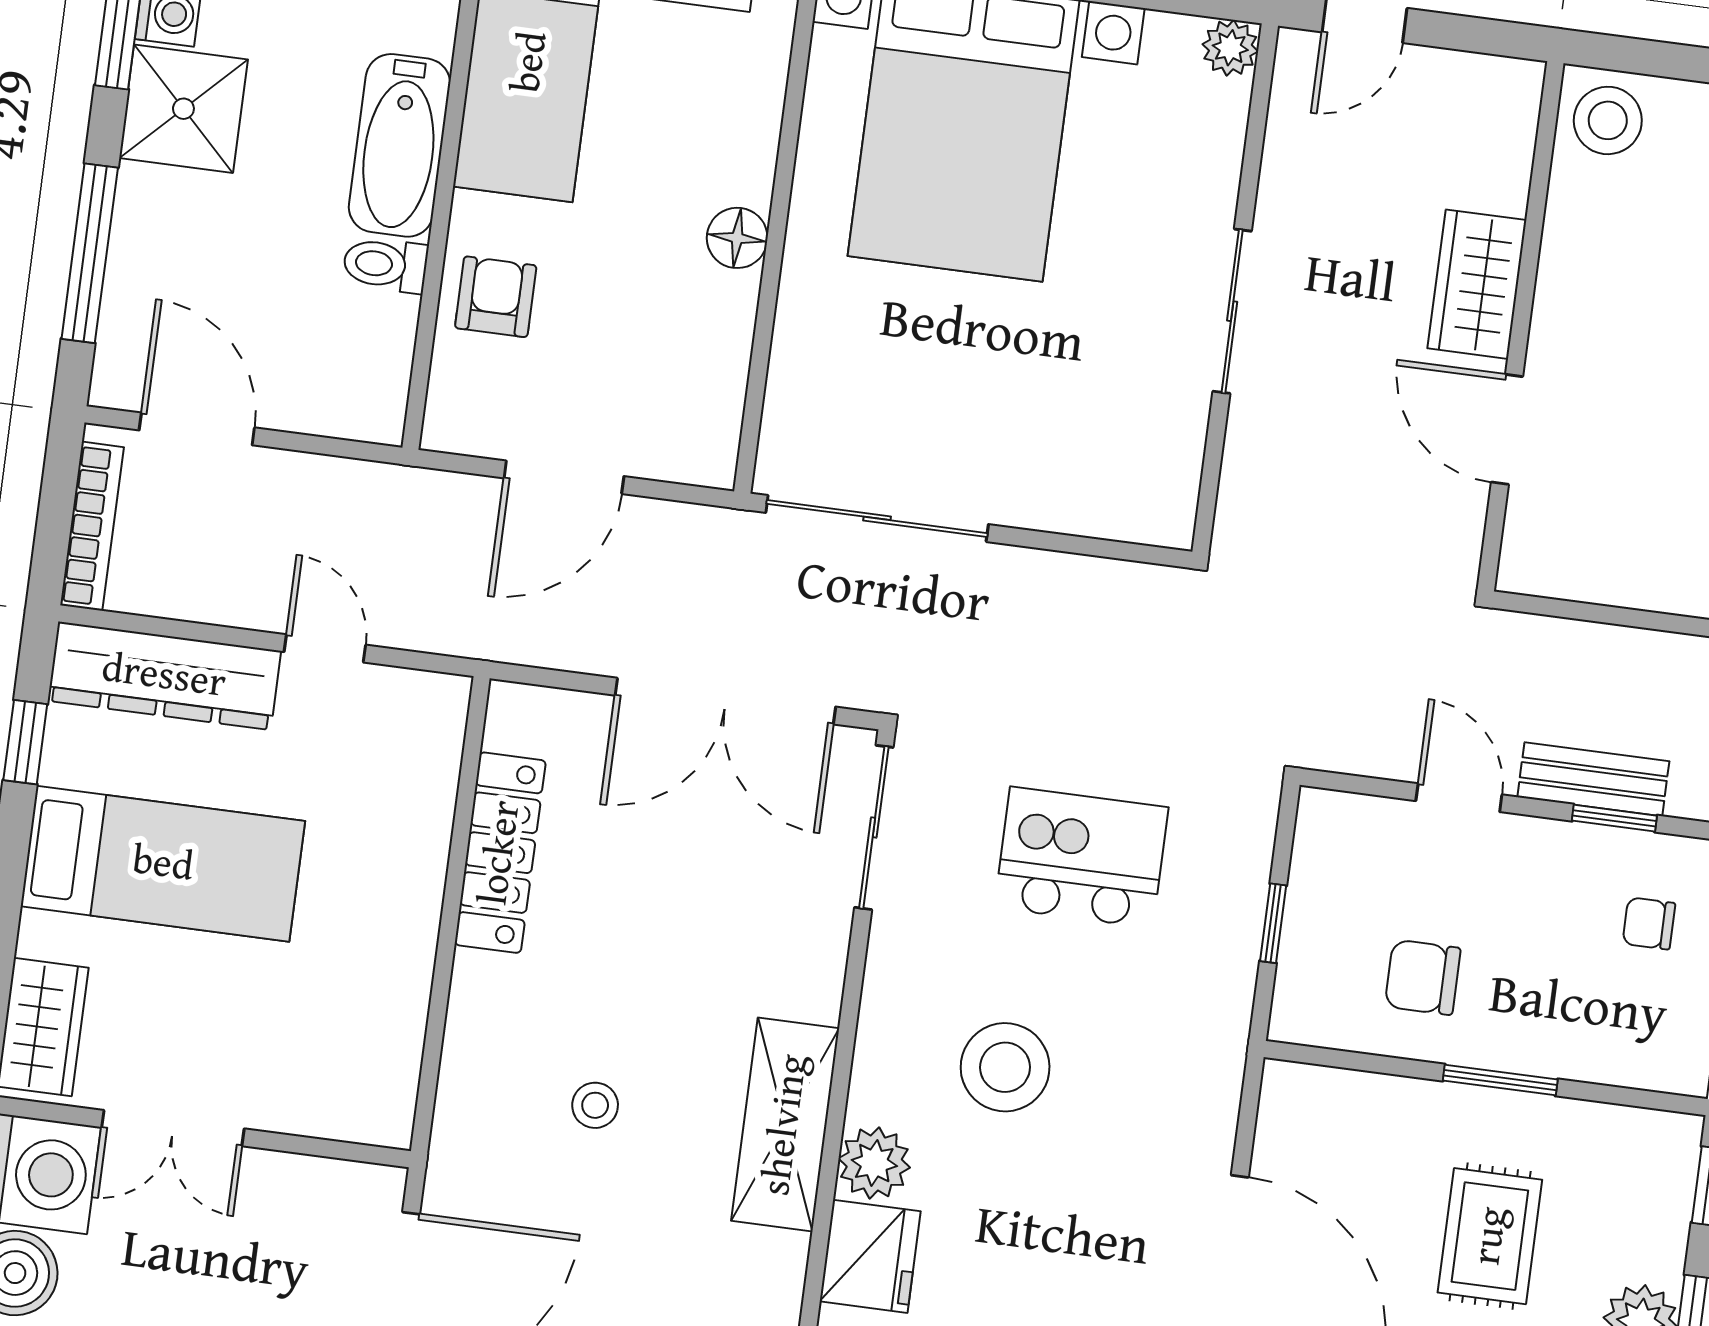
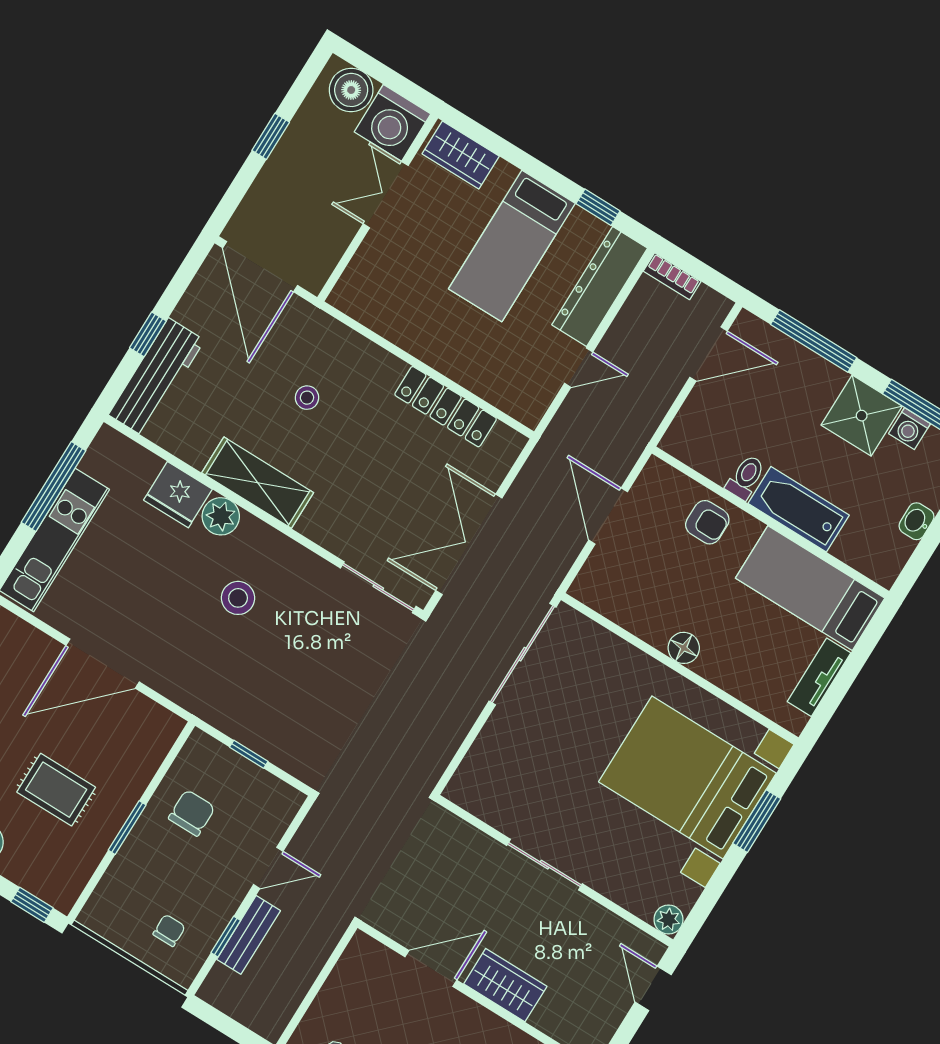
bookcase: (92, 526) -> (672, 276), width x0.64
kitchen island: (1081, 857) -> (320, 678), removed
stool: (1005, 1067) -> (238, 598), width x0.73, depth x0.73

